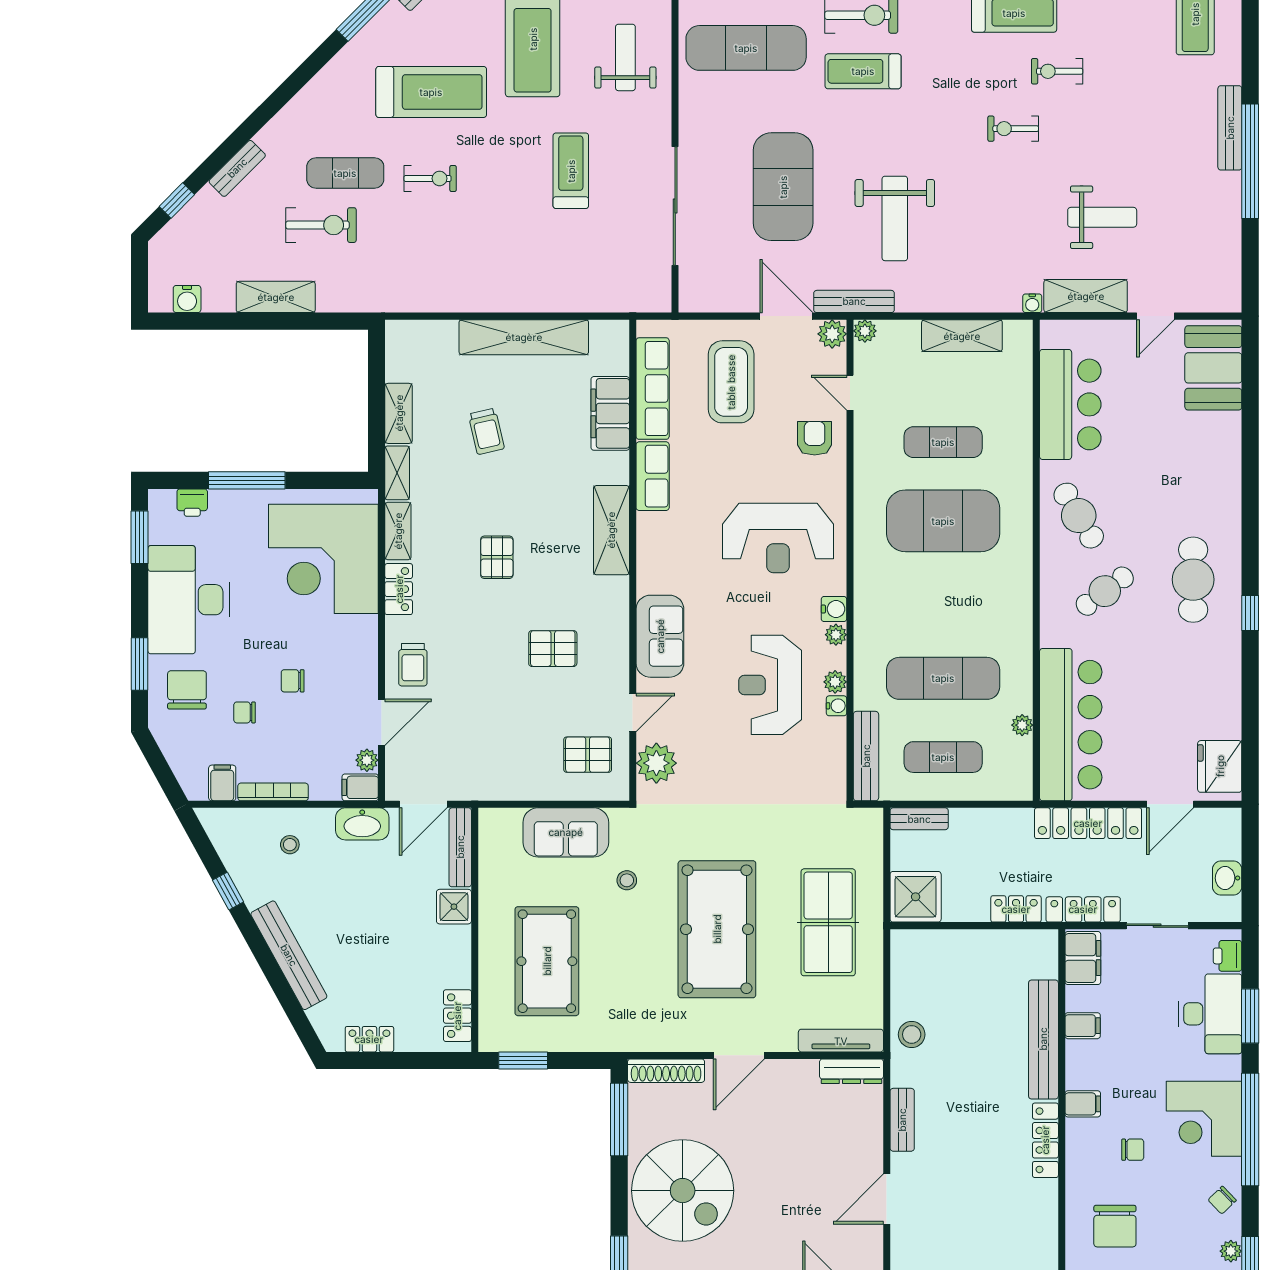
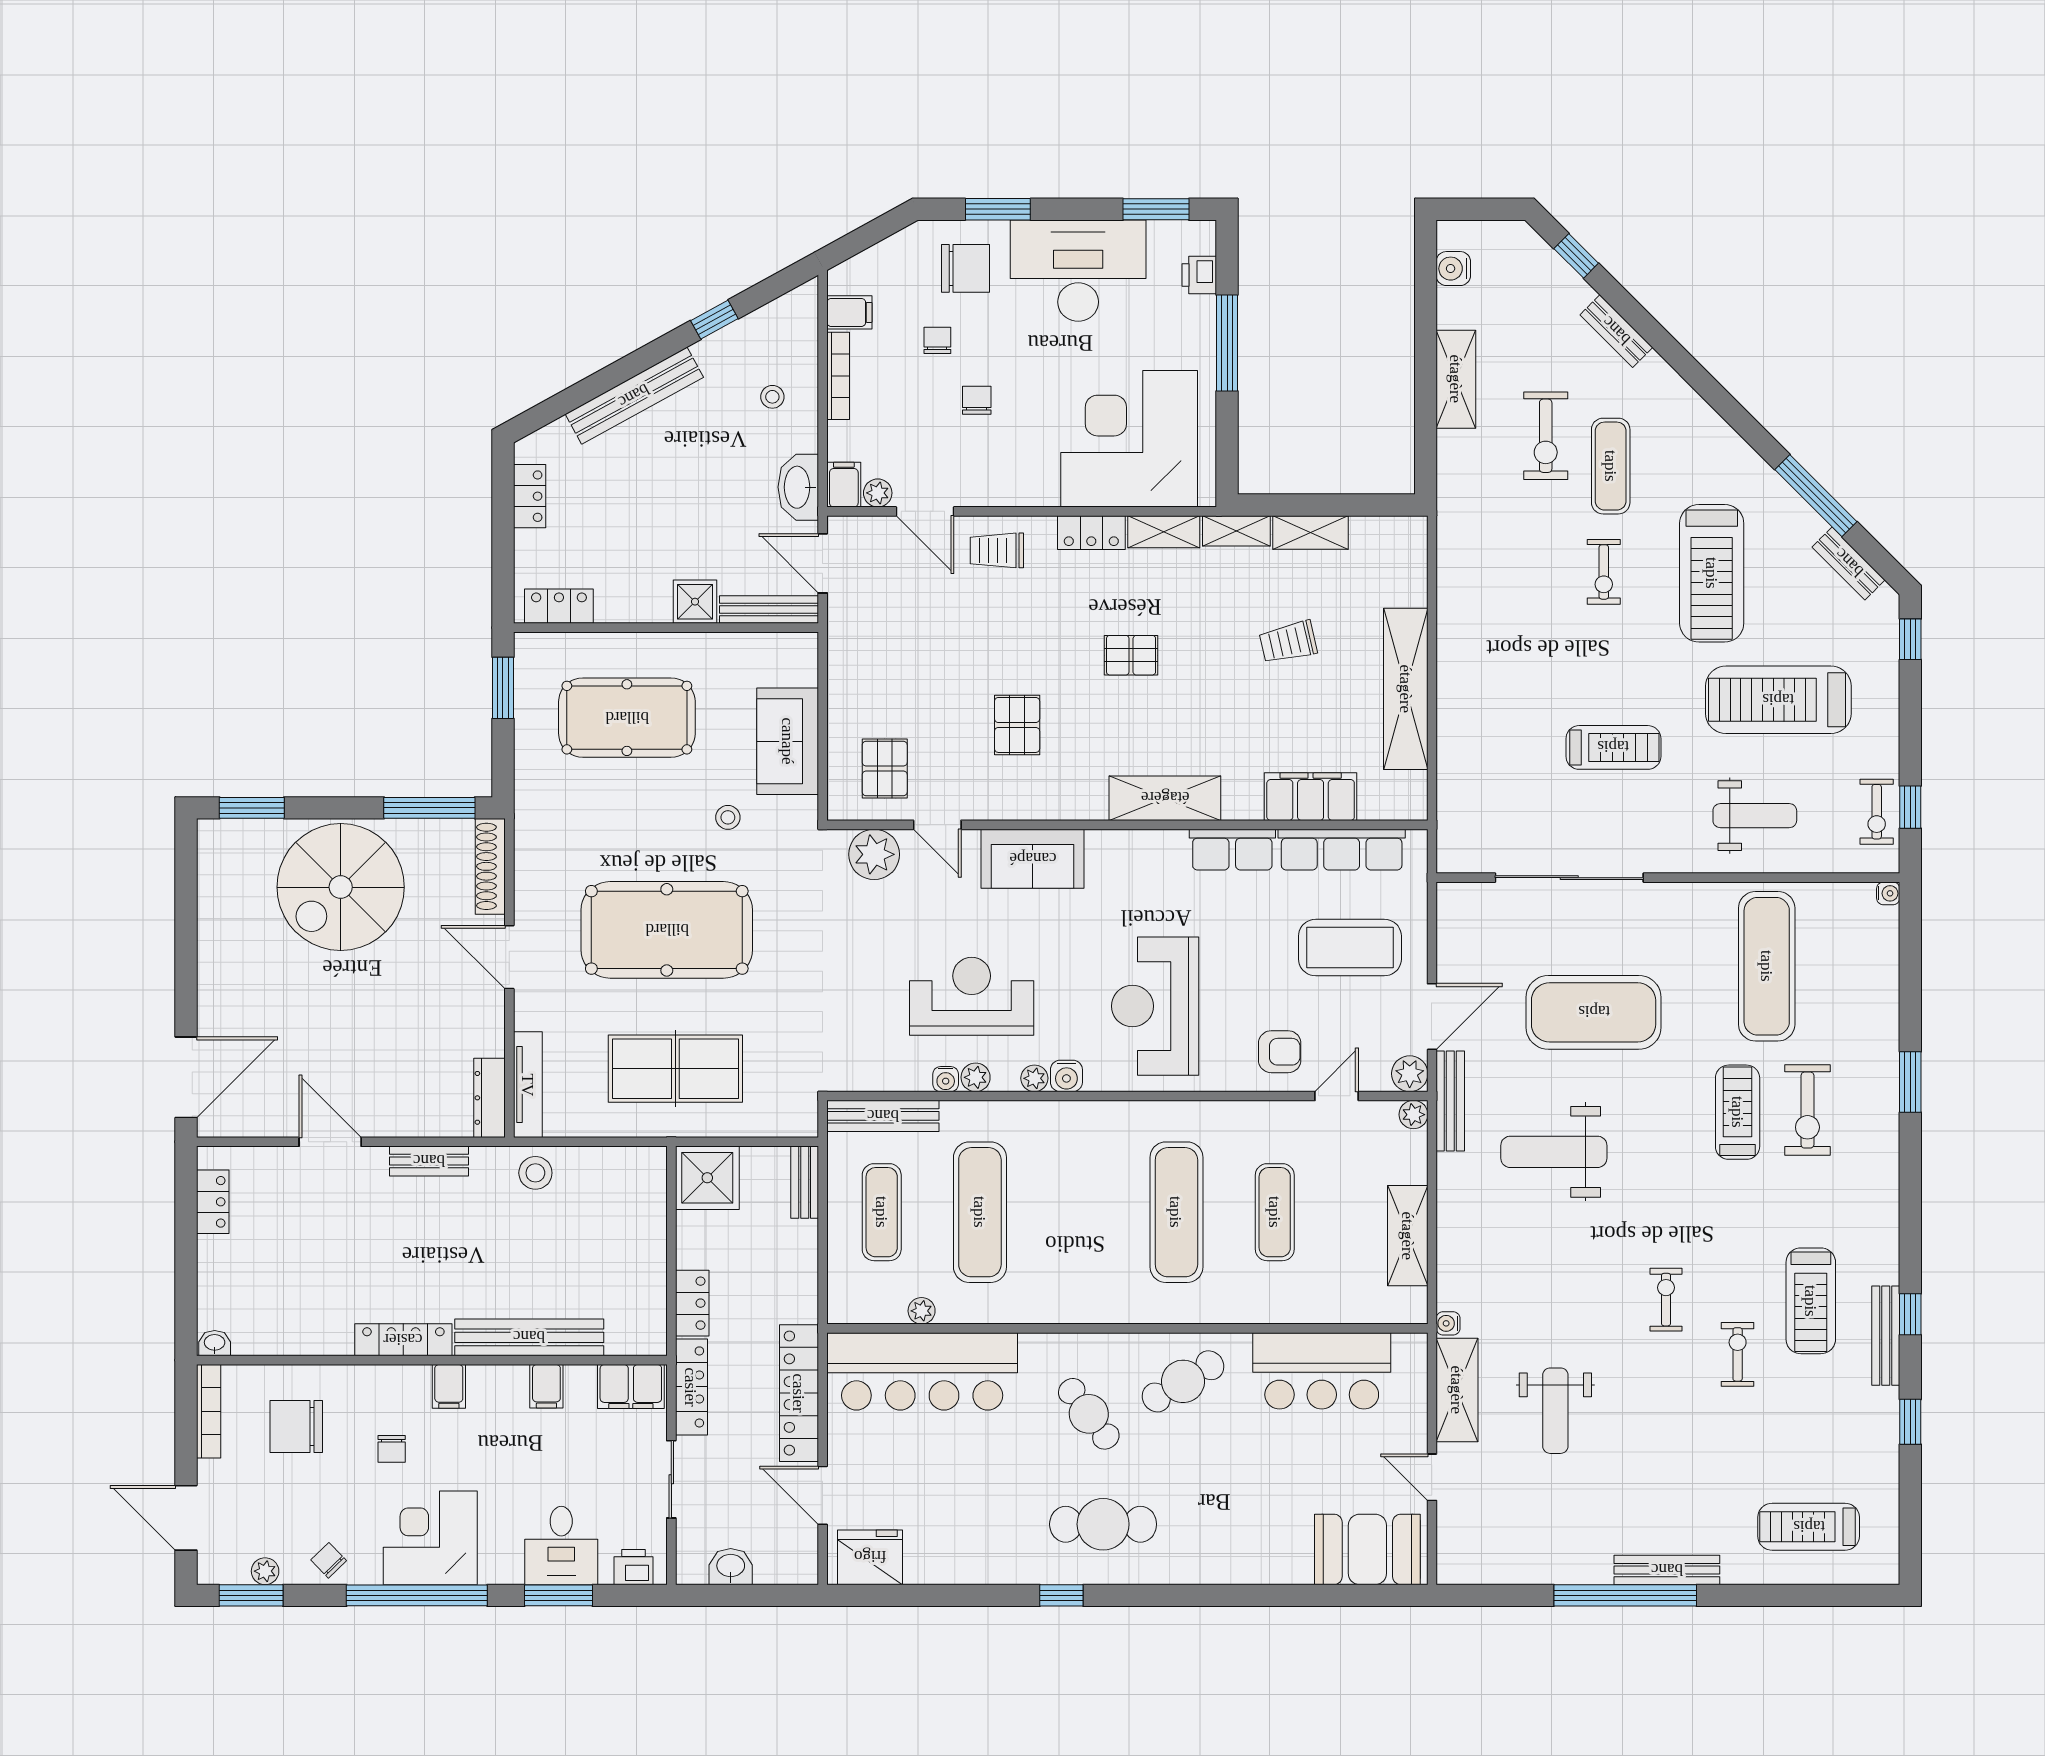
exercise mat: (943, 521) -> (1176, 1212), width x0.68
desk: (1210, 1014) -> (561, 1546), width x0.73

